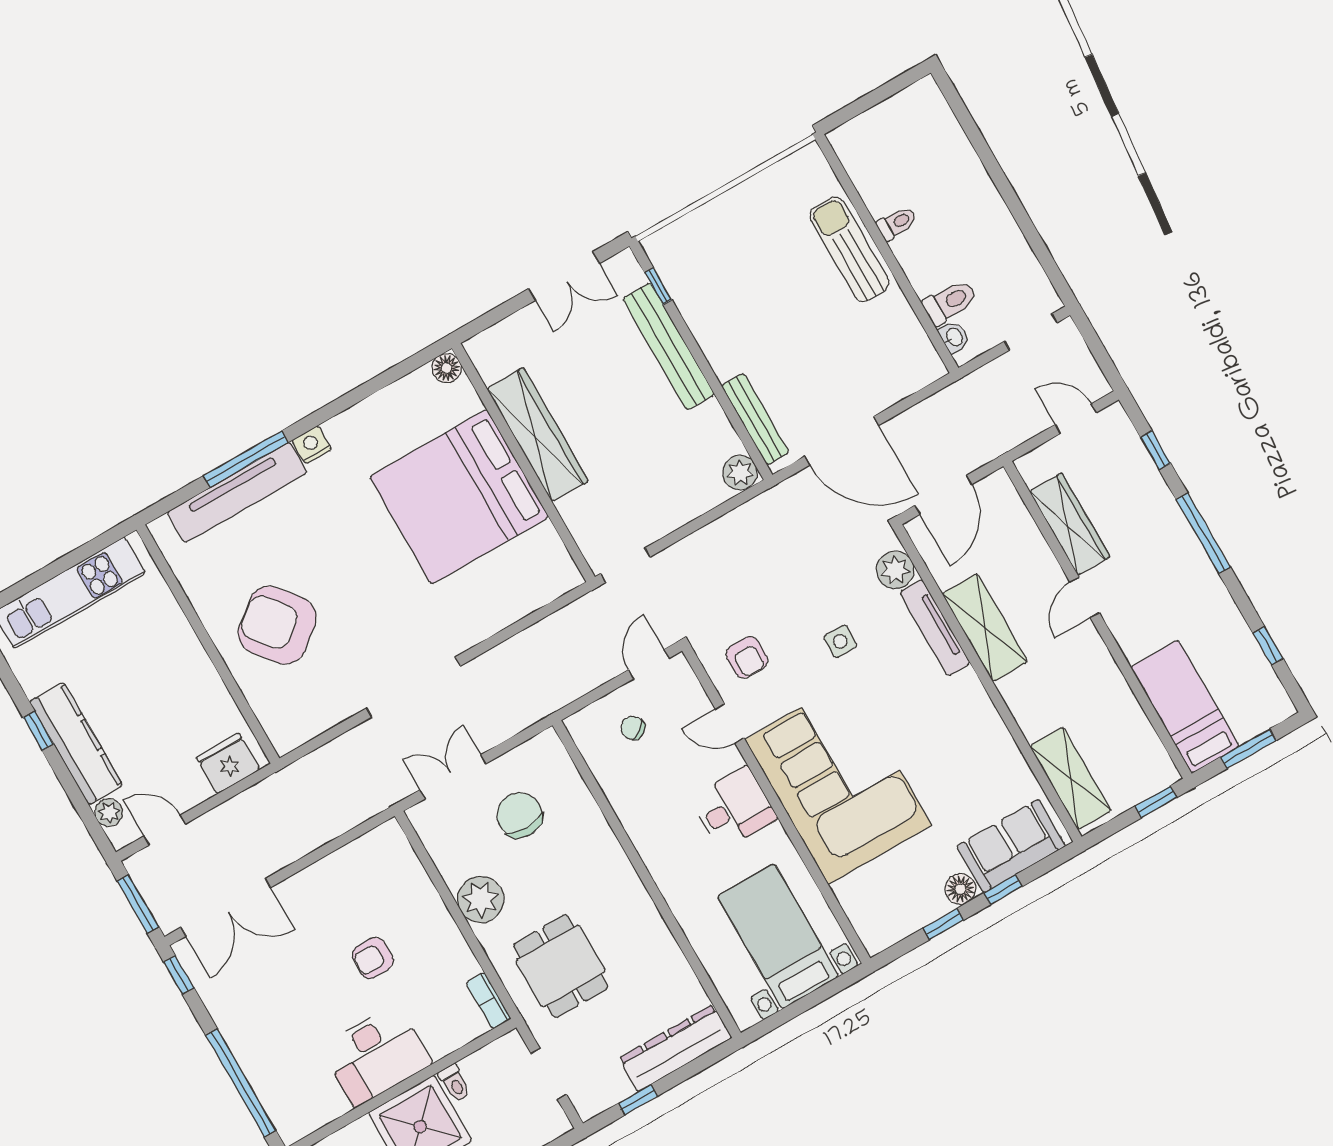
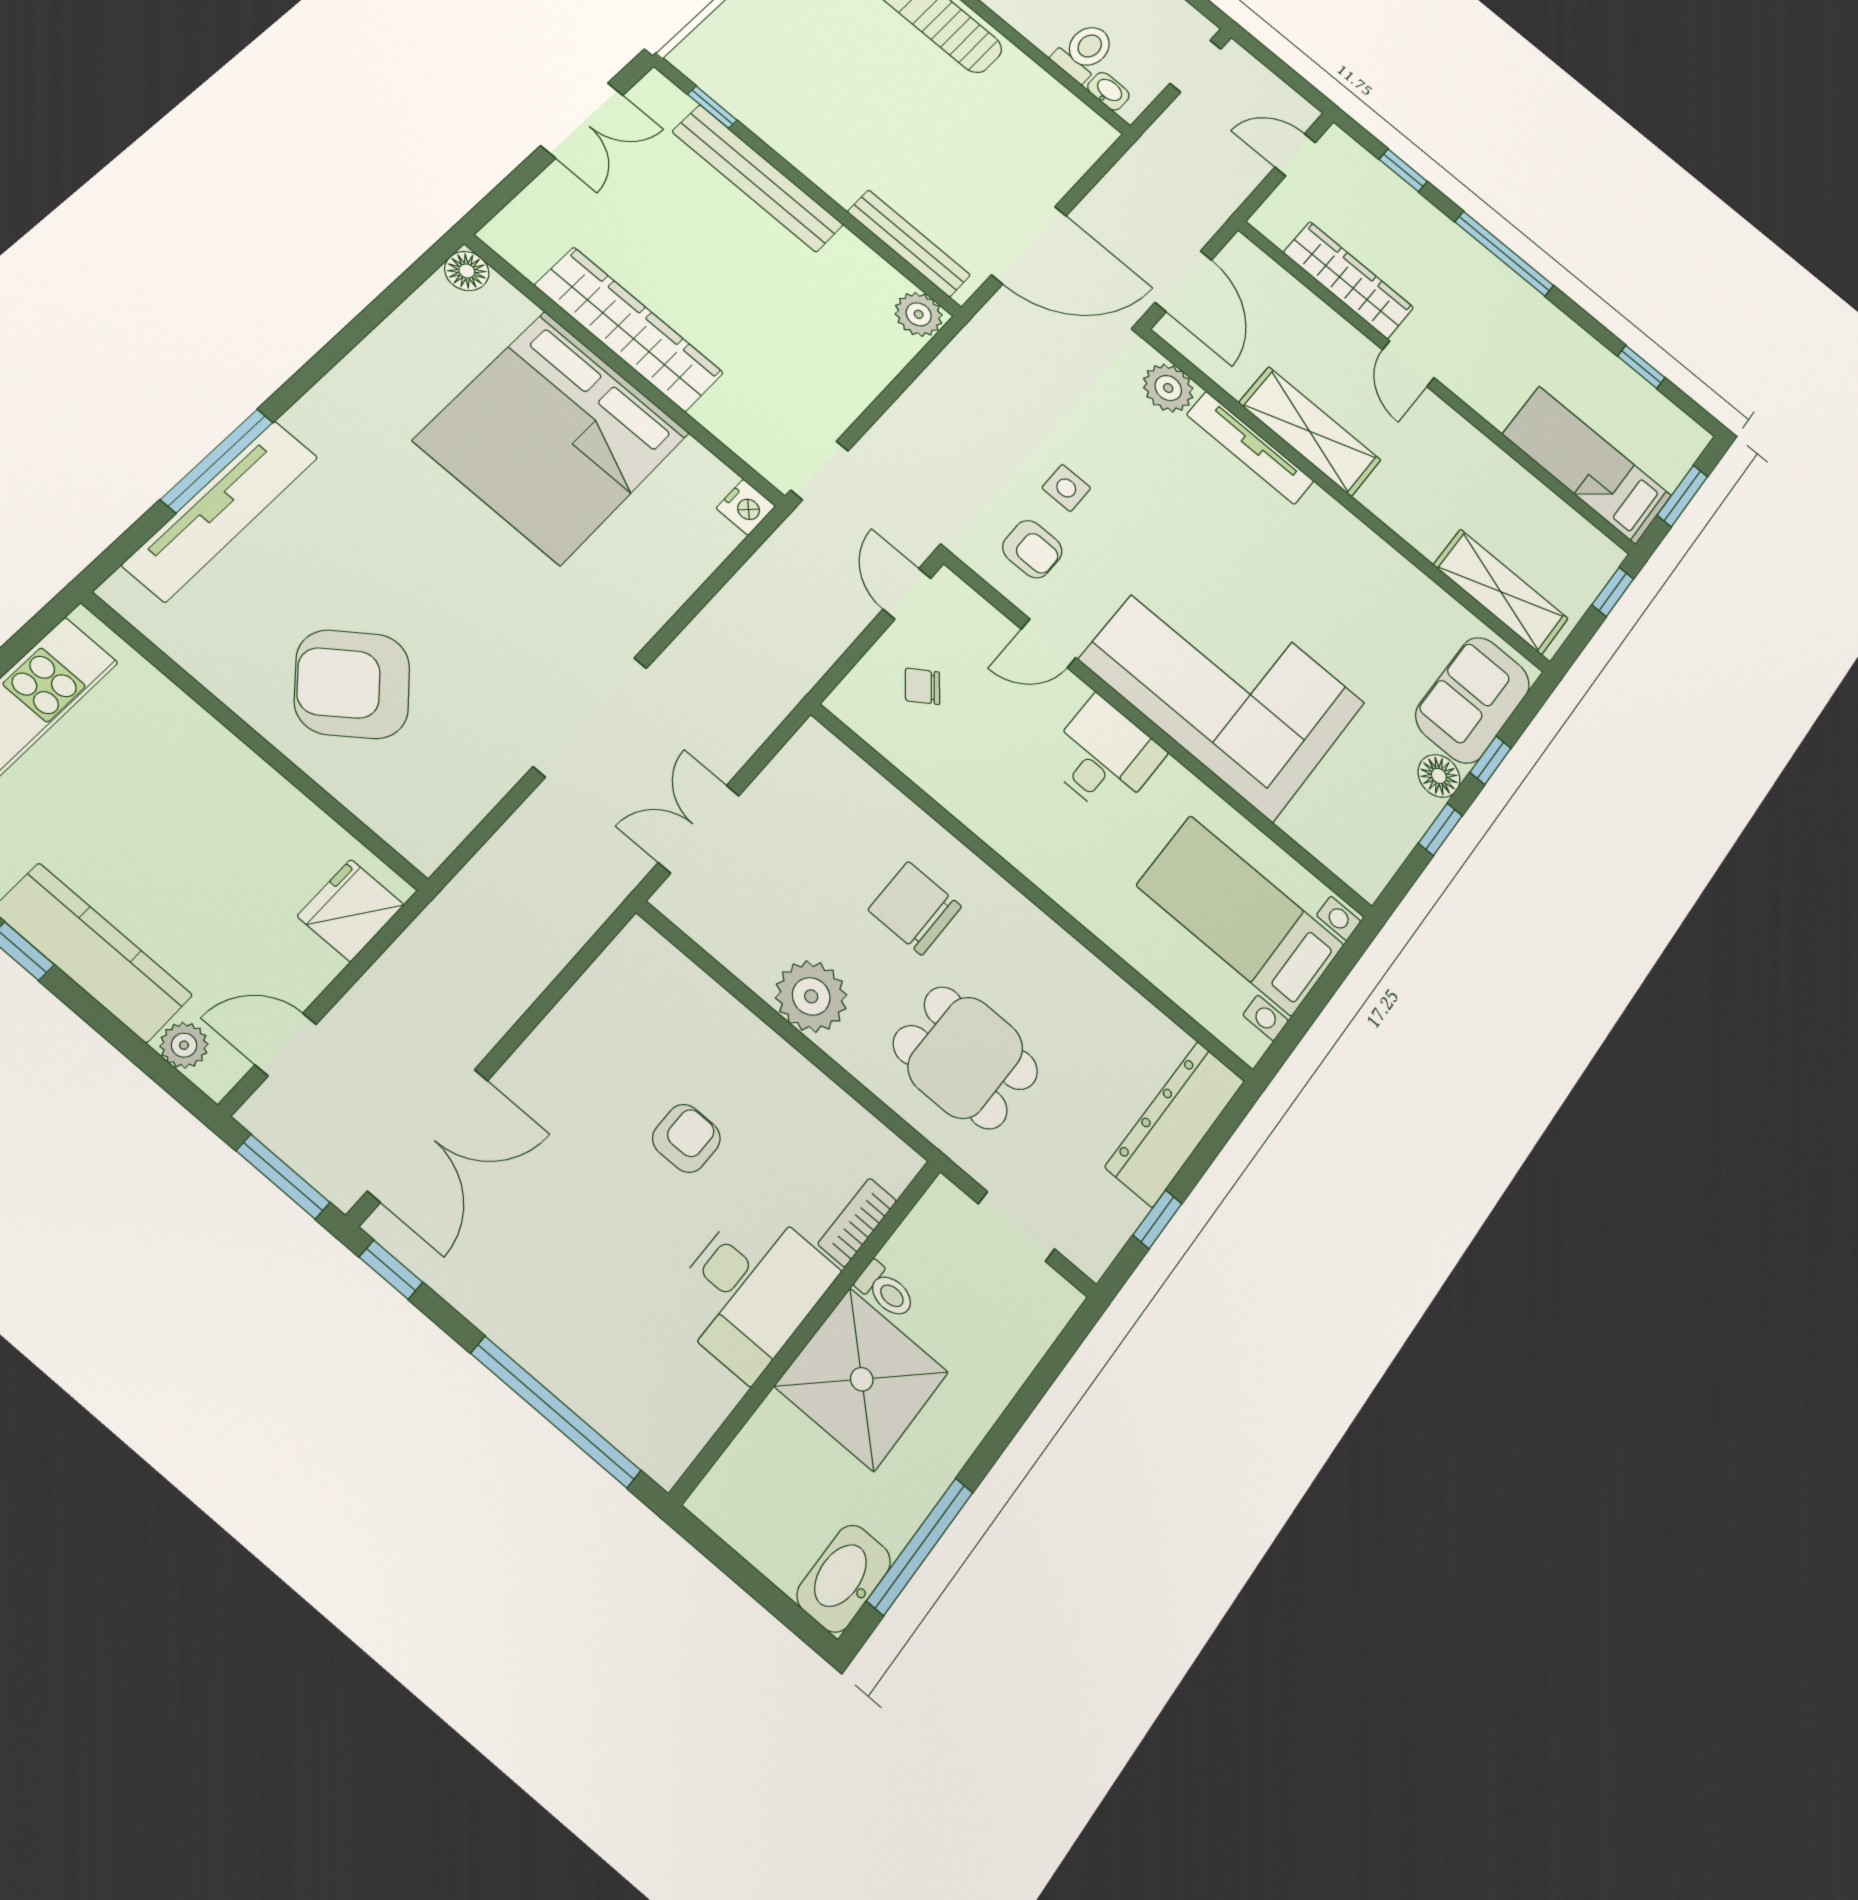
nightstand: (312, 445) -> (746, 507), moved, turned 180
side table: (840, 641) -> (1066, 488), moved
chair: (519, 815) -> (915, 908), moved
armchair: (373, 958) -> (686, 1138), turned 180
bookcase: (488, 1001) -> (857, 1222), moved, turned 90

